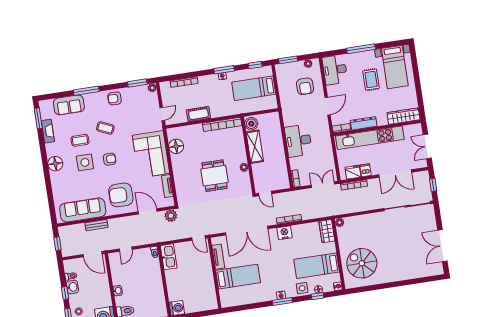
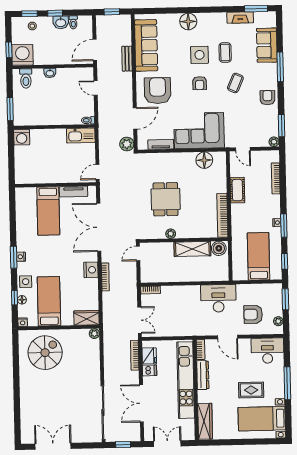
desk: (298, 141) -> (218, 298), moved
floor lamp: (55, 164) -> (188, 22), moved
dining table: (215, 176) -> (166, 199), turned 90

